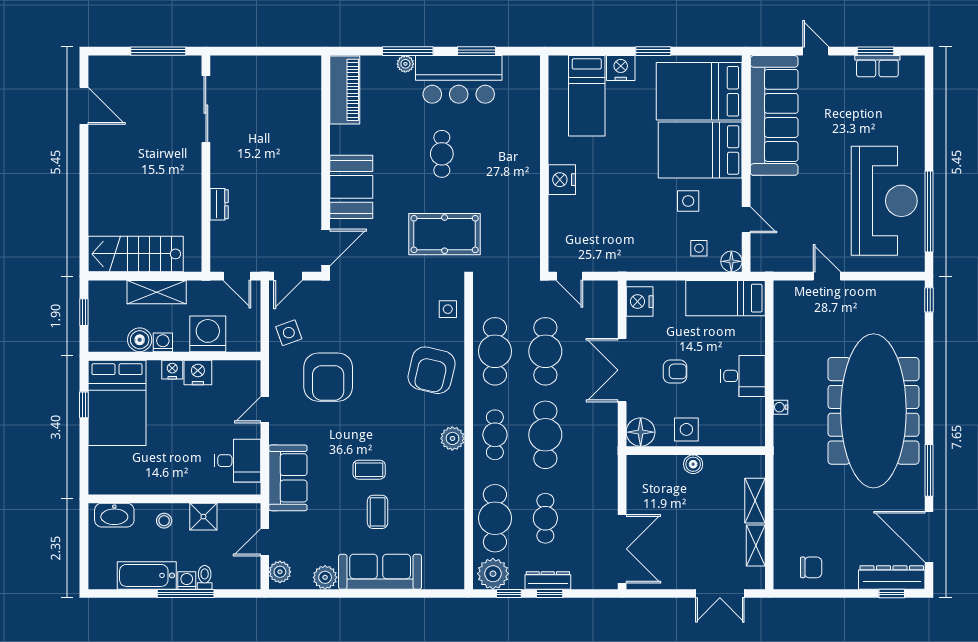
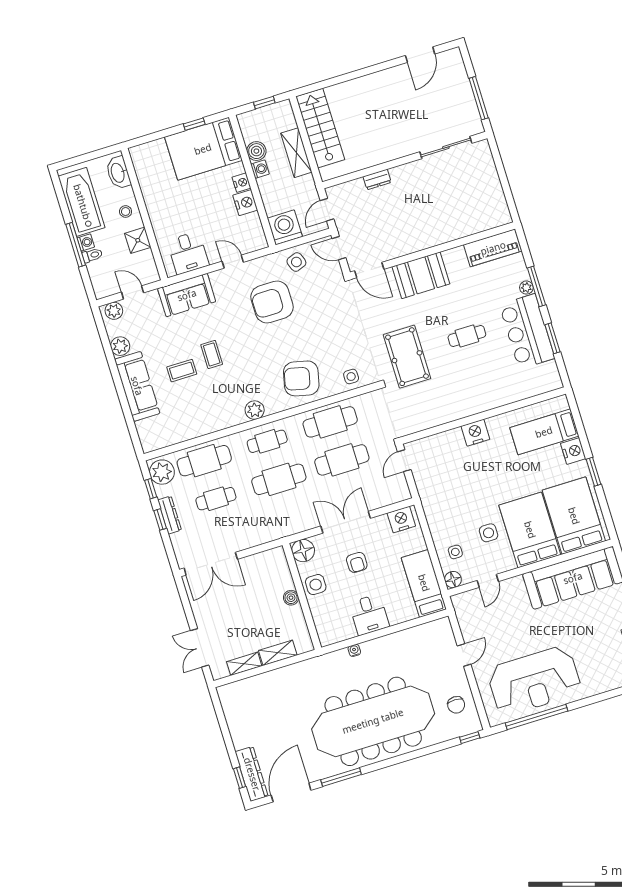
washing machine: (208, 334) -> (285, 227), moved, turned -90
chair: (811, 567) -> (456, 705), moved
bathtub: (147, 575) -> (82, 202), width x1.36, depth x1.36

